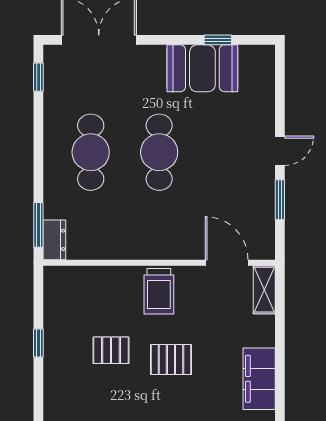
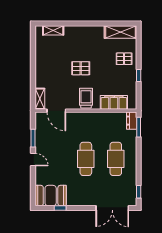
booth: (202, 68) -> (51, 196), moved
door: (280, 151) -> (33, 160), swing flipped
pallet: (111, 350) -> (124, 59), moved
filing cabinet: (259, 379) -> (114, 102), moved, turned -90

